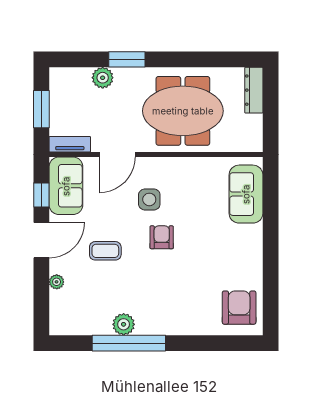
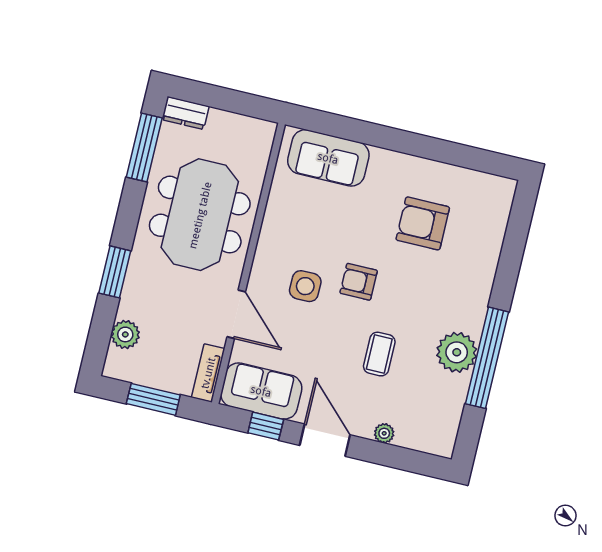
window: (222, 59) -> (144, 147), added
plant: (103, 78) -> (125, 334), moved
dresser: (254, 90) -> (185, 113), width x0.70
coffee table: (105, 251) -> (379, 354), moved
armchair: (239, 308) -> (423, 223), moved
plant: (124, 324) -> (457, 352), width x1.36, depth x1.36

